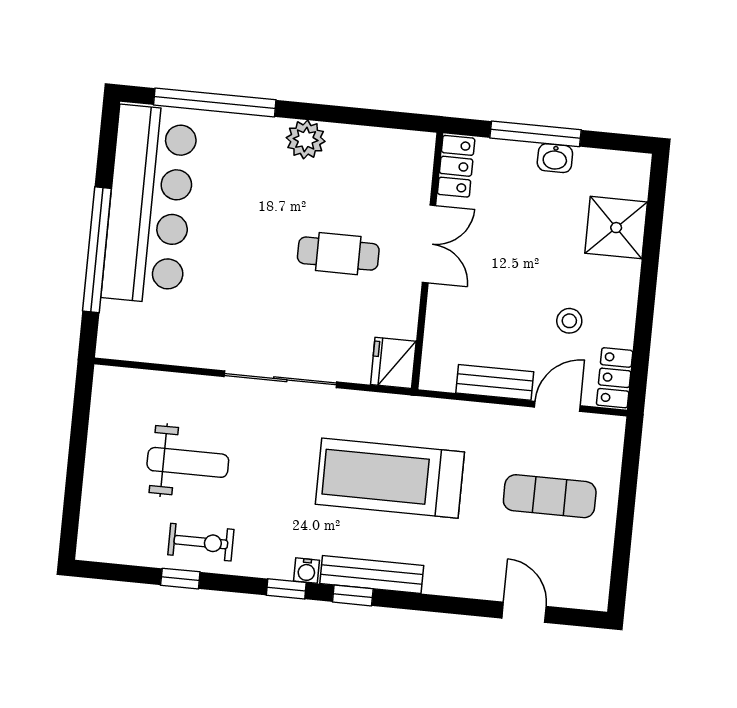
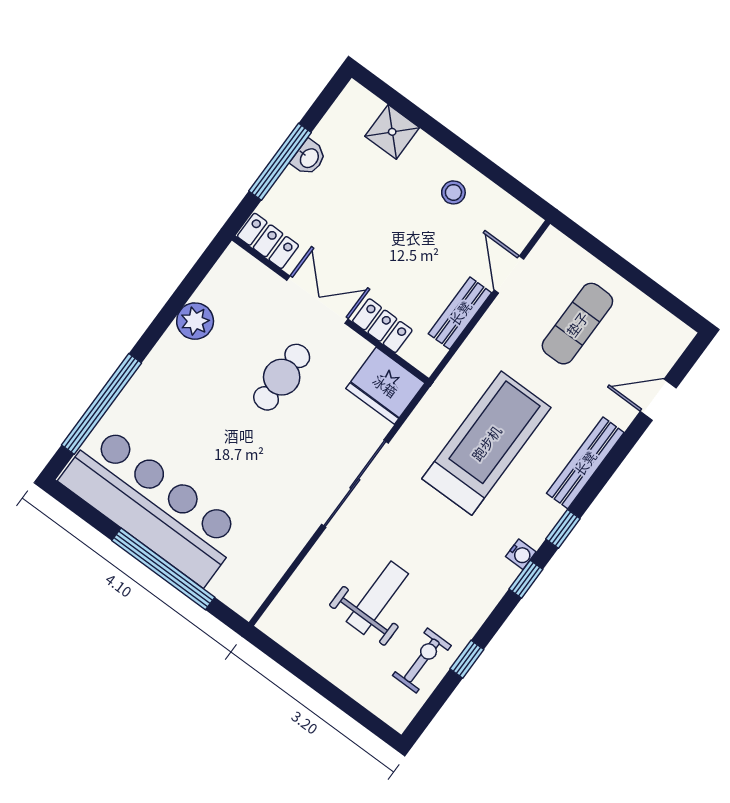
plant: (306, 140) -> (195, 321), moved
shower: (616, 228) -> (392, 132), width x0.73, depth x0.73
stool: (569, 321) -> (453, 192), moved
fridge: (393, 363) -> (385, 386), width x1.36, depth x1.34
locker: (615, 378) -> (382, 326), moved, turned 180
treadmill: (390, 478) -> (486, 443), turned 180
exercise bike: (201, 542) -> (422, 660), moved
bench: (372, 575) -> (585, 463), moved

